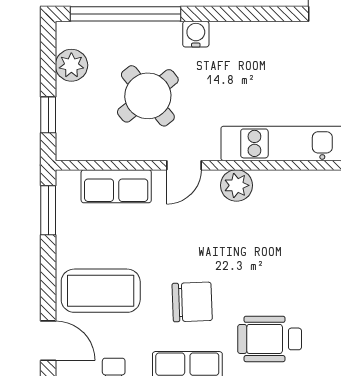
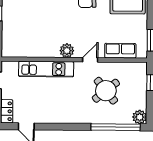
water cooler: (196, 34) -> (84, 118), removed
plant: (71, 65) -> (140, 117), moved

